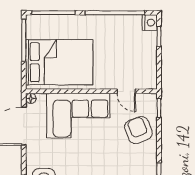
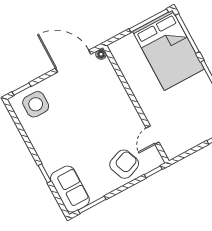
bed: (59, 62) -> (168, 50), moved
corner sofa: (78, 116) -> (108, 104), removed

